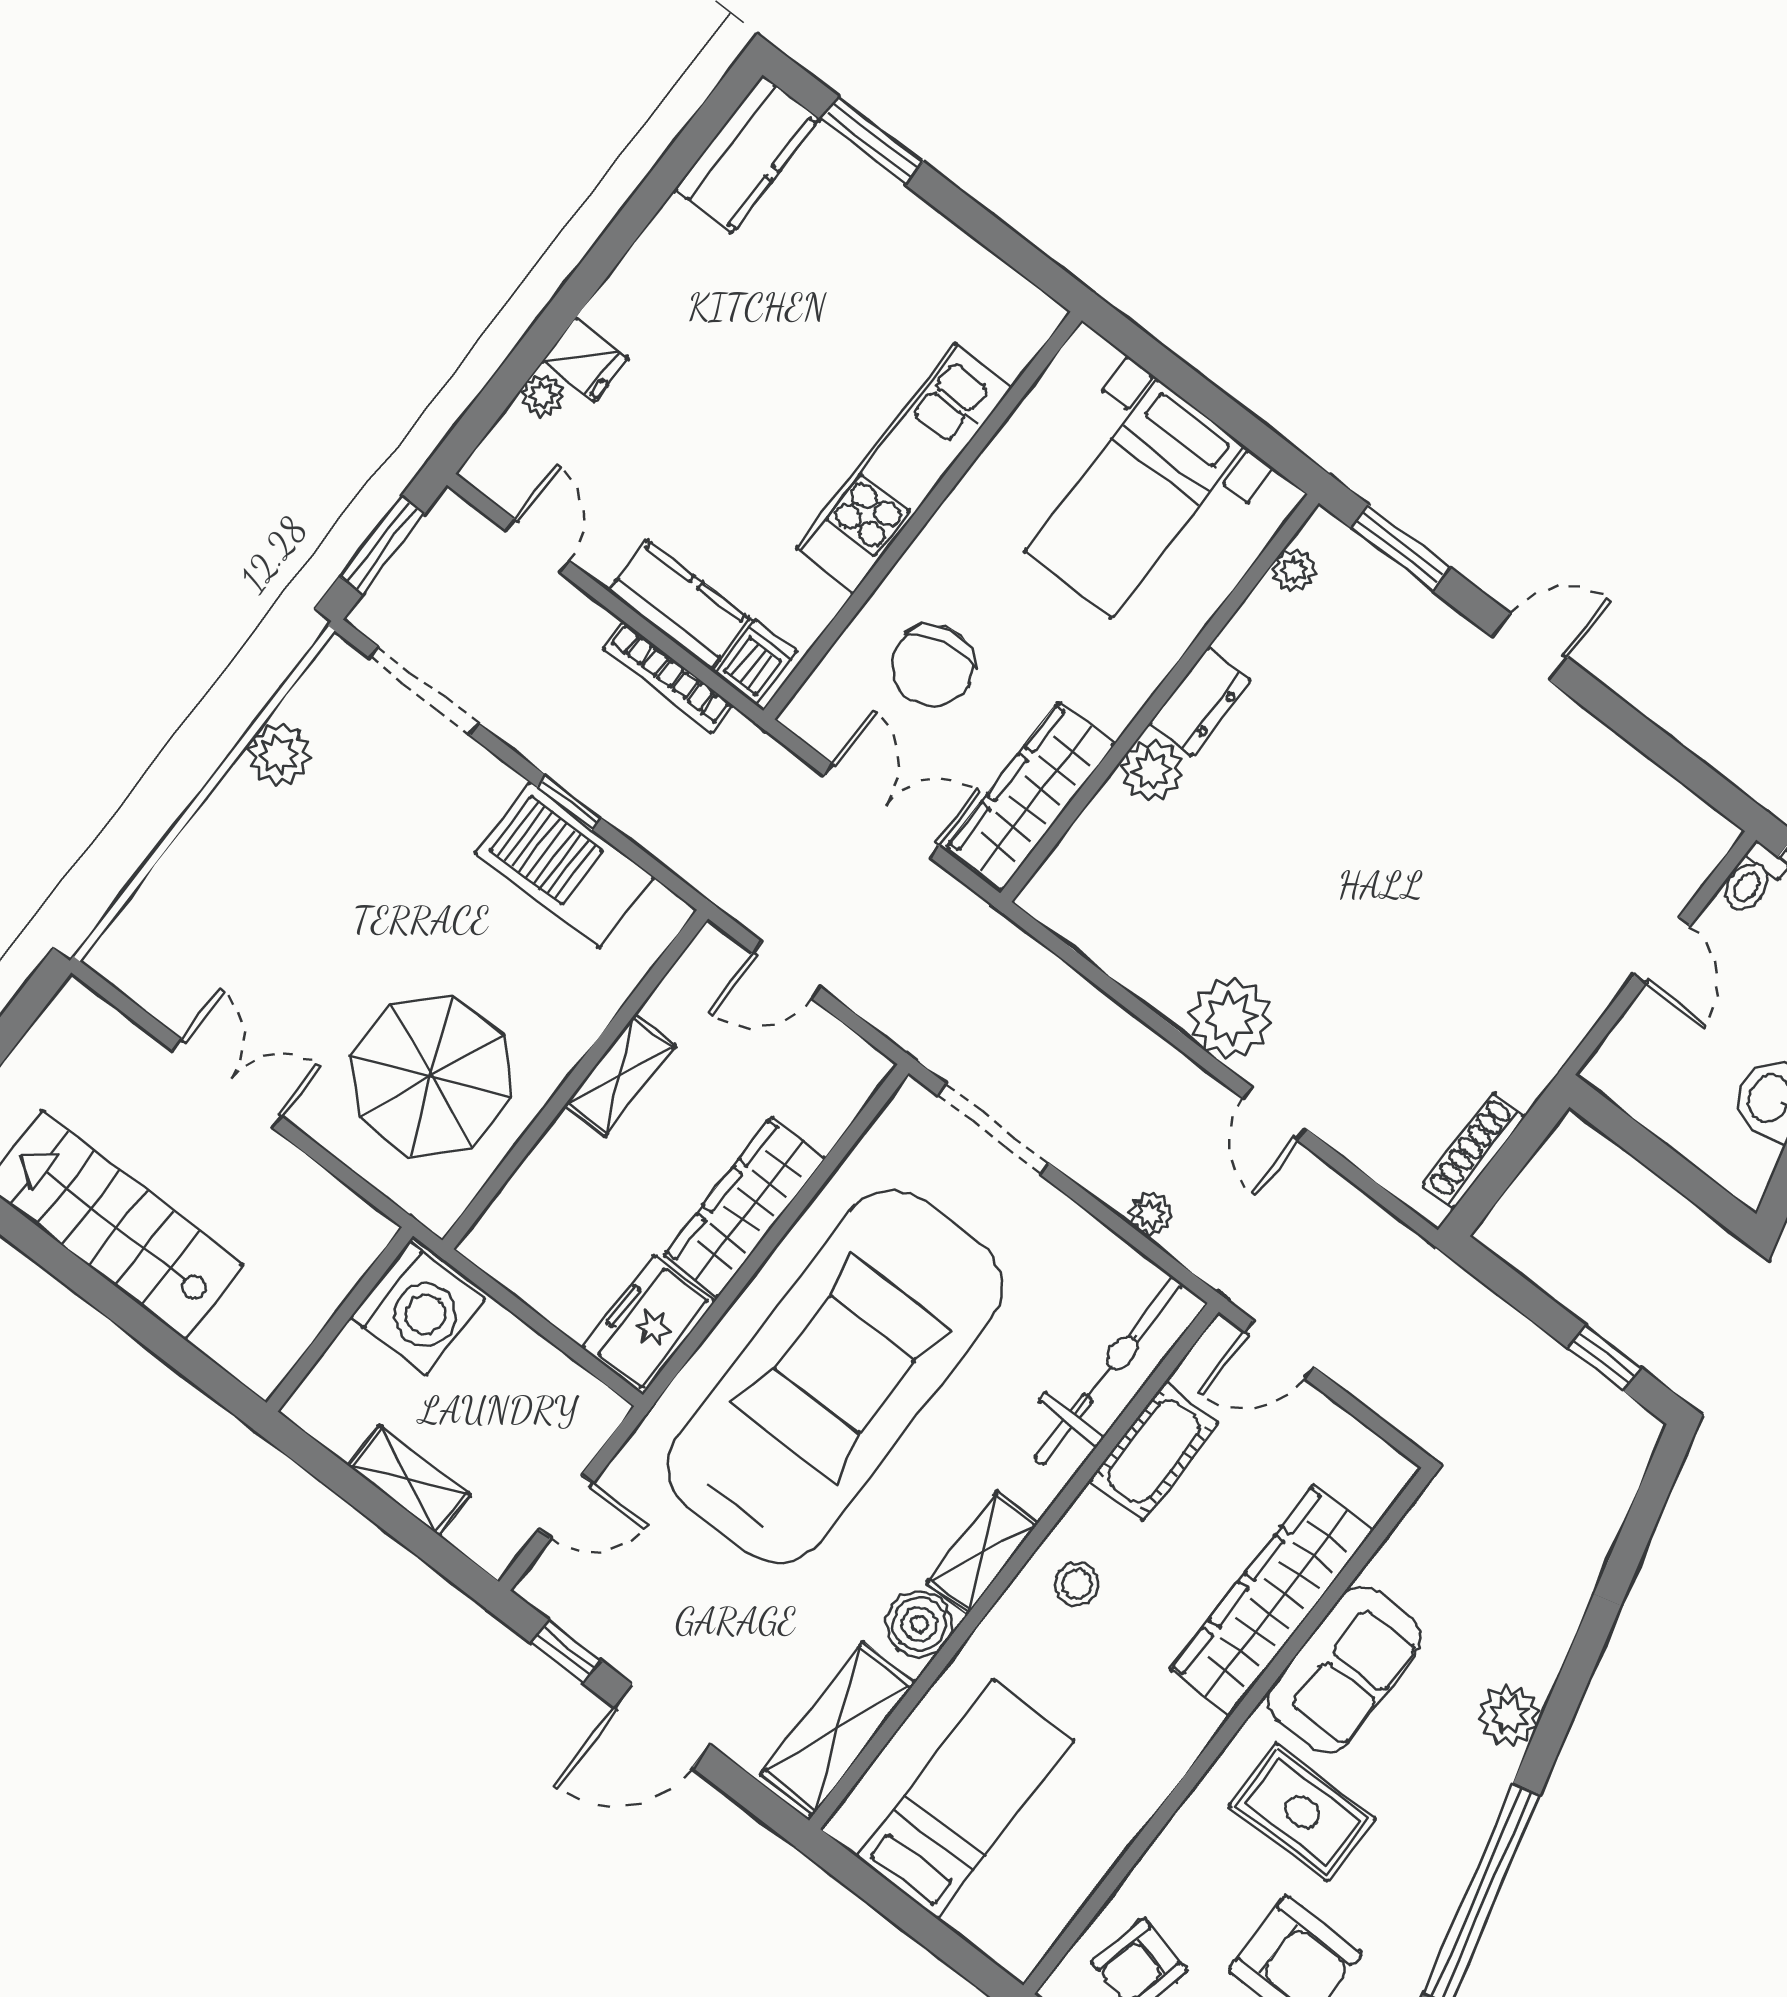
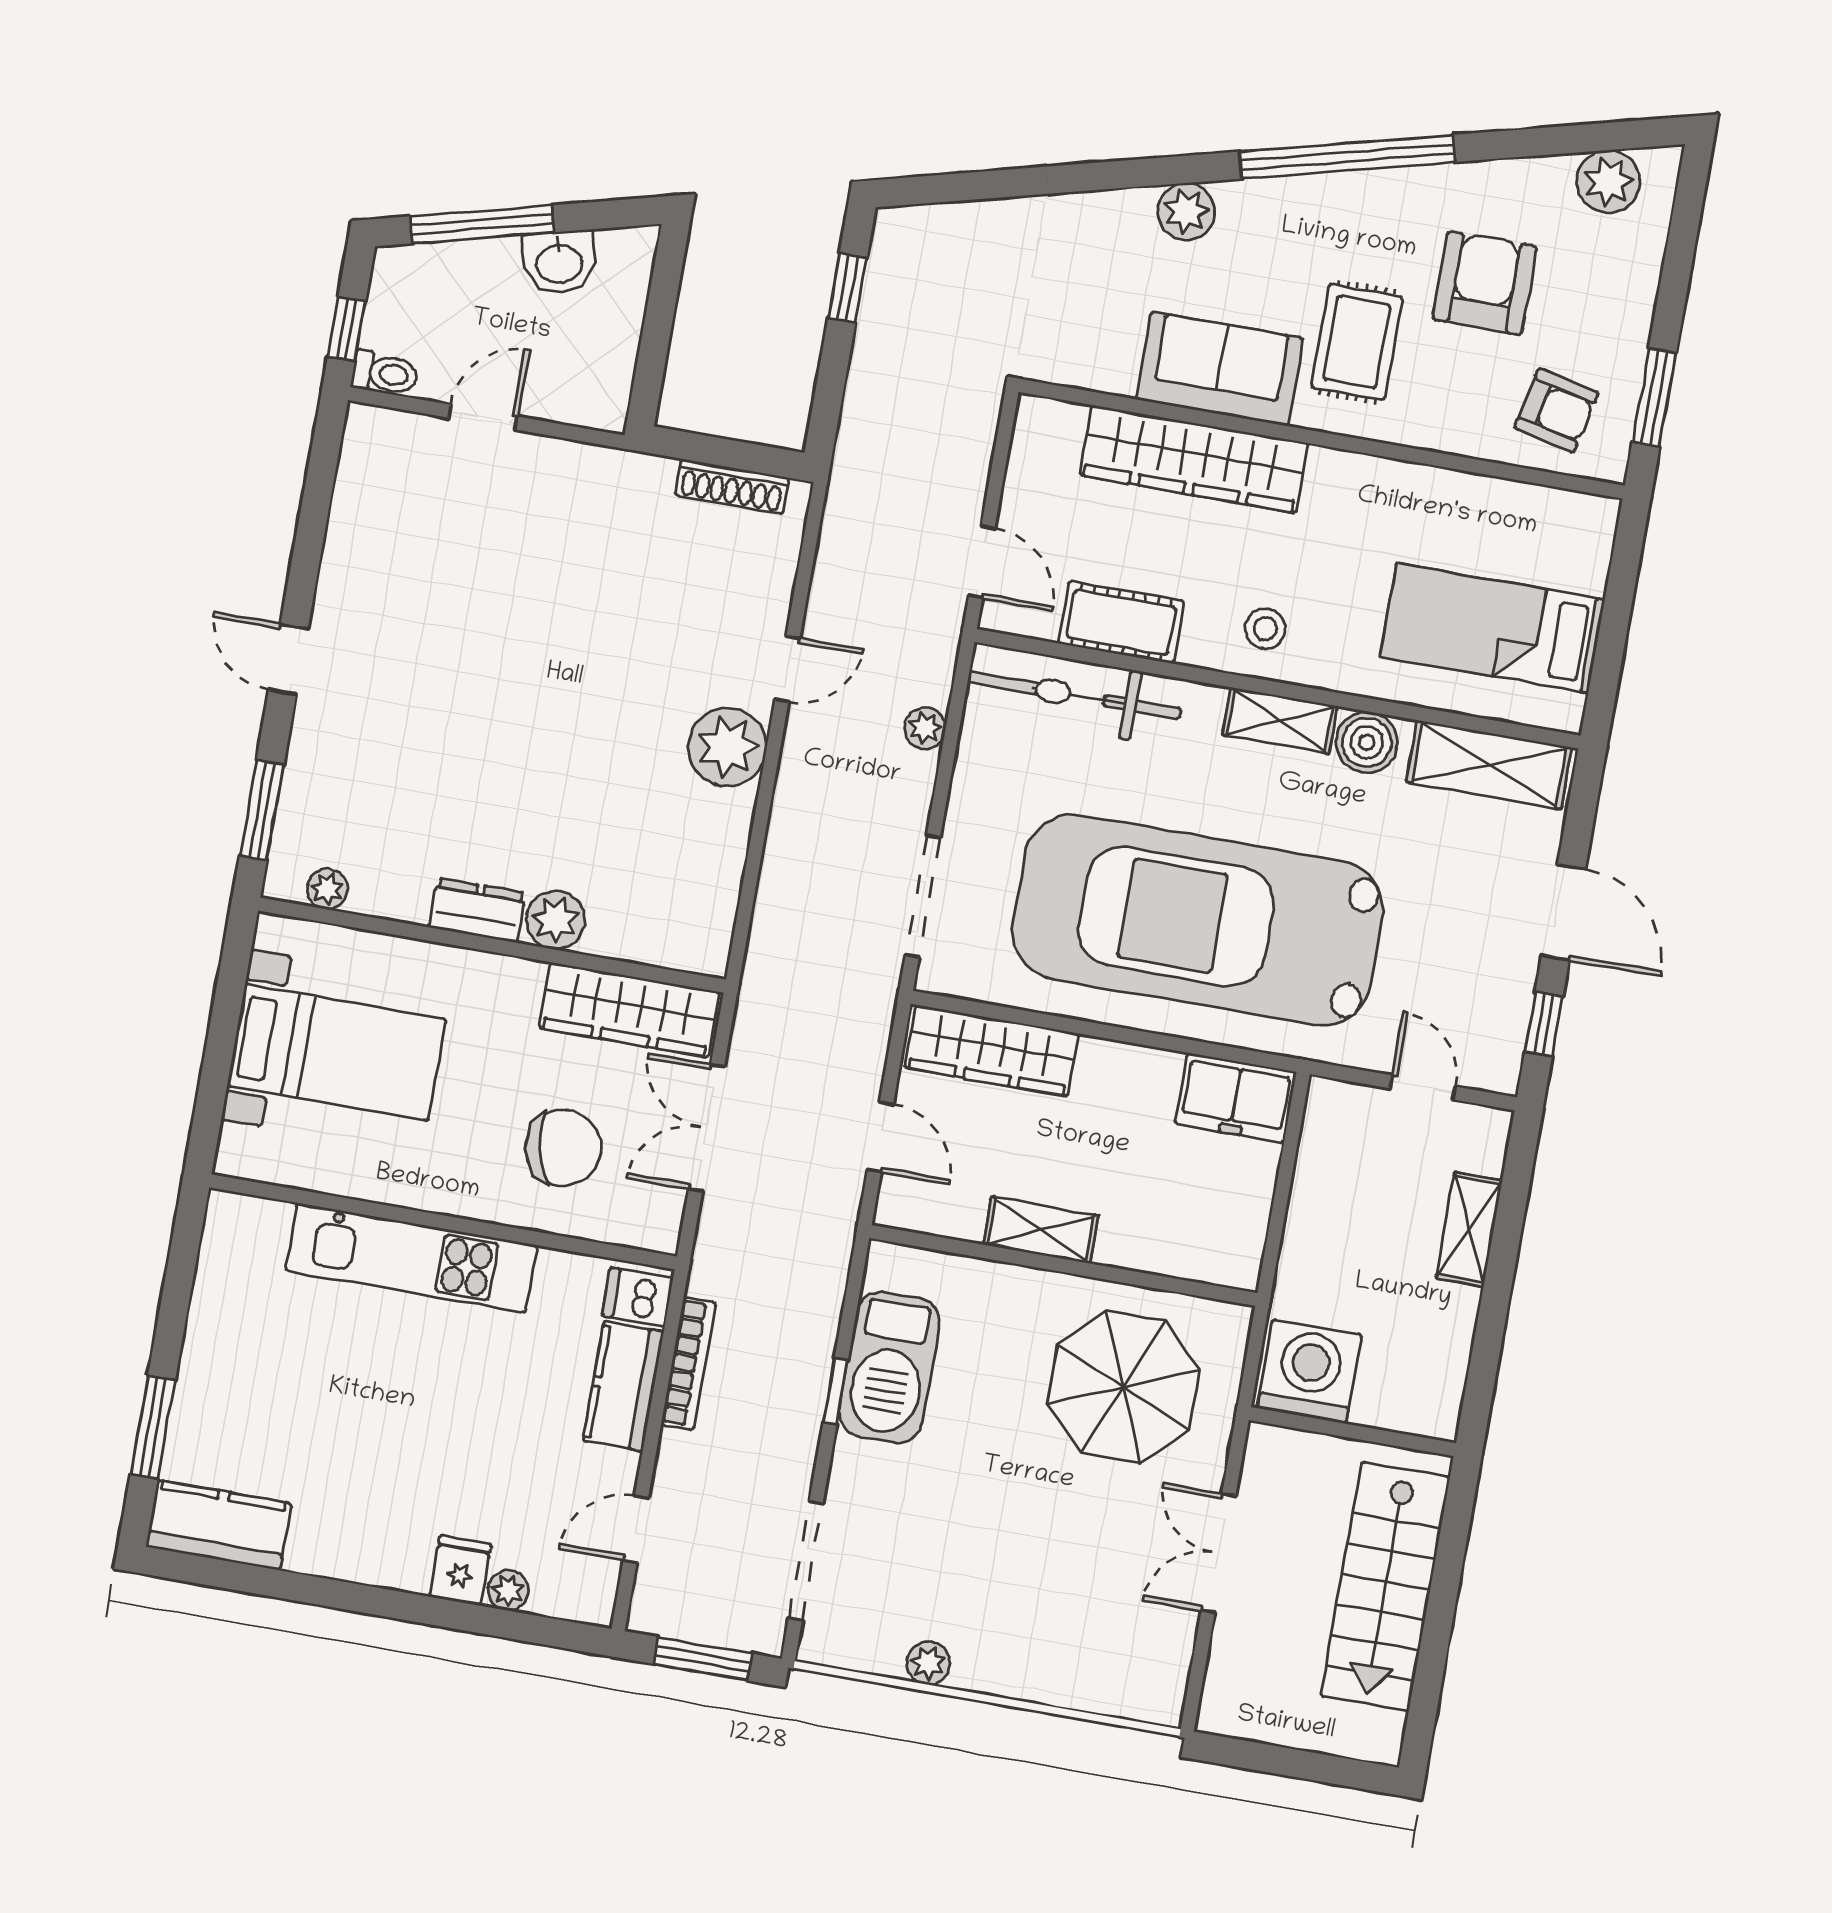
plant: (279, 754) -> (928, 1663), width x0.73, depth x0.73
wardrobe: (745, 1207) -> (992, 1050), moved
washing machine: (418, 1309) -> (1310, 1371), moved
wall: (340, 1319) -> (1352, 1432), moved

